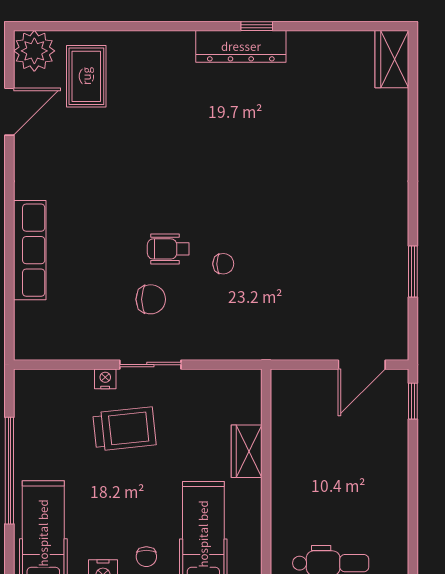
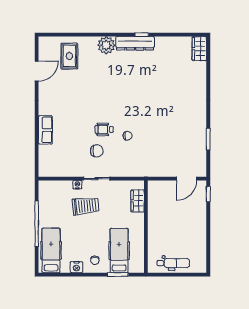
plant: (34, 51) -> (106, 45), moved
row of seats: (30, 250) -> (45, 130), width x0.68
wardrobe: (247, 451) -> (138, 201), moved

